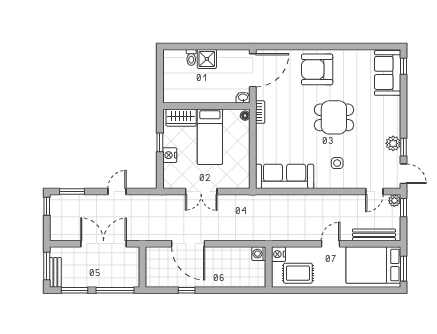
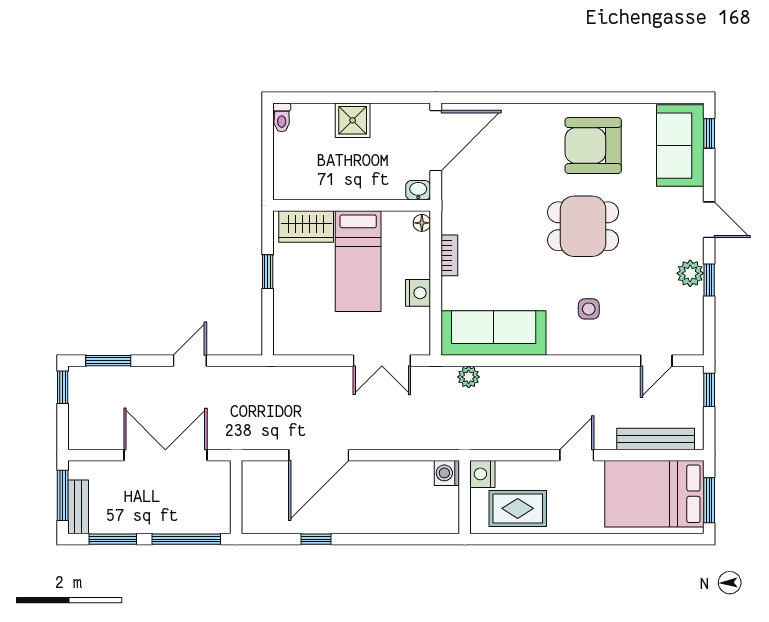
toilet: (191, 57) -> (282, 117), moved
armchair: (317, 69) -> (593, 146), moved
bookcase: (260, 112) -> (449, 255), moved
nightstand: (170, 155) -> (418, 293), moved, turned 180
door: (404, 174) -> (709, 220), moved
double door: (201, 192) -> (382, 361), moved
plant: (394, 201) -> (469, 377), moved
door: (188, 244) -> (319, 455), hinge flipped

